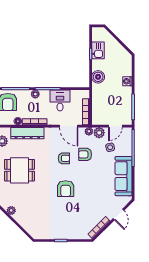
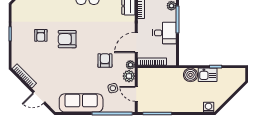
kitchen sink: (98, 50) -> (208, 75), moved
washing machine: (127, 81) -> (209, 107), moved
armchair: (64, 158) -> (41, 35), moved

